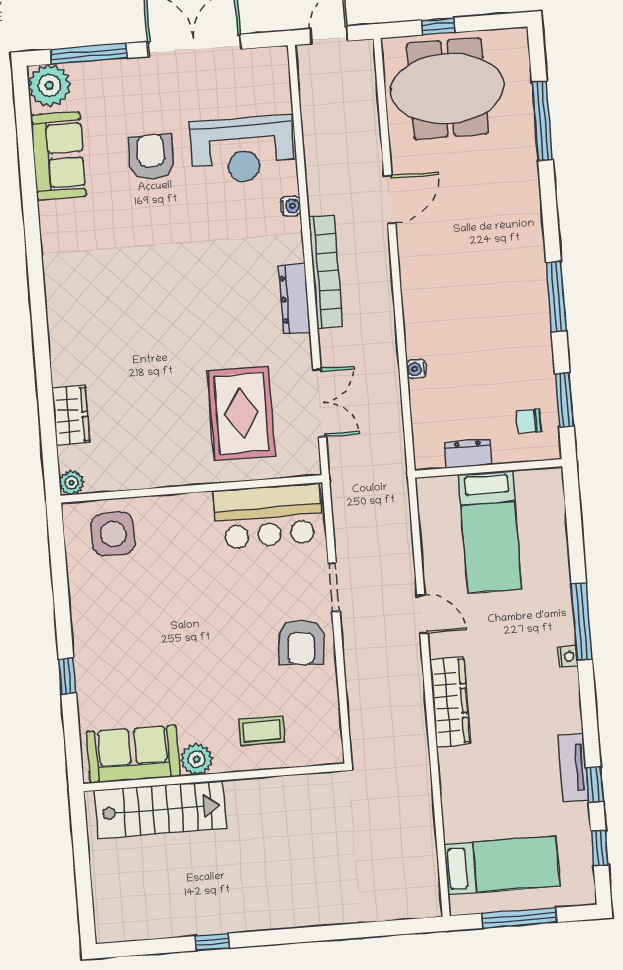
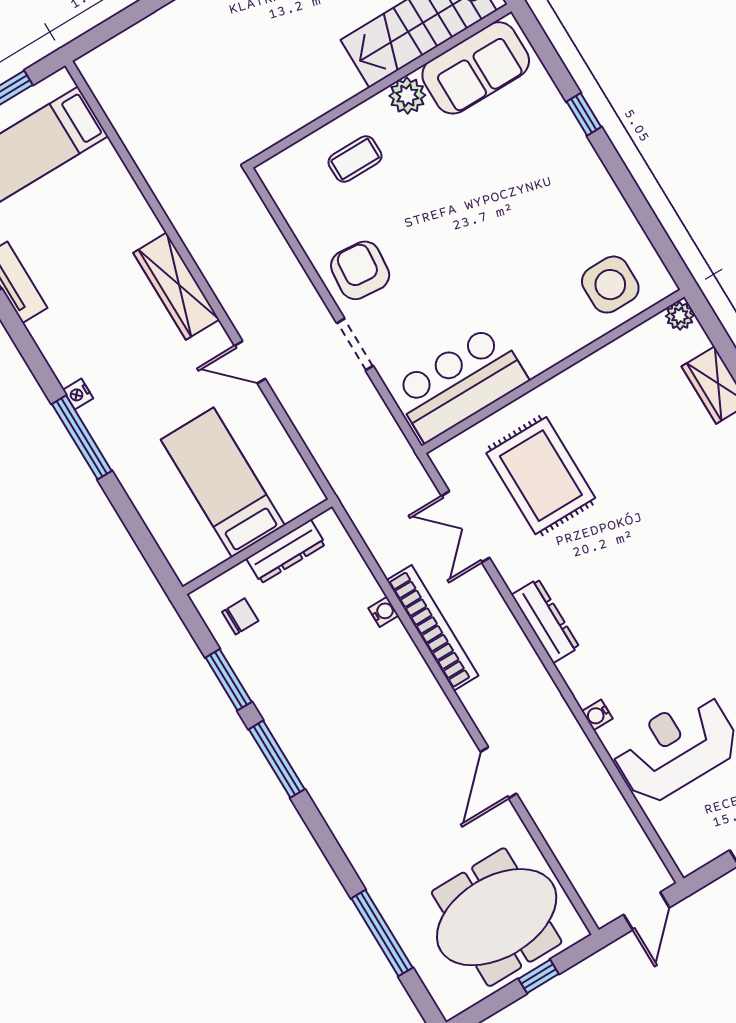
bookcase: (325, 272) -> (433, 628), moved, turned 180
window: (564, 400) -> (229, 680), moved
dresser: (468, 454) -> (286, 551), width x1.44

